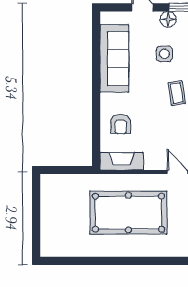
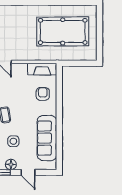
pool table: (128, 213) -> (63, 31), moved

